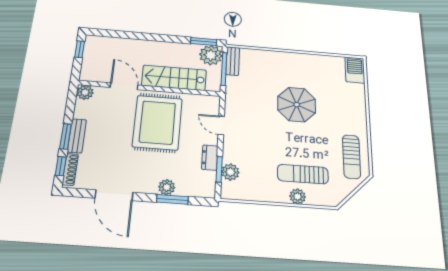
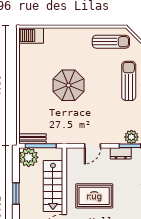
window: (204, 42) -> (16, 194), moved
rug: (158, 122) -> (94, 196), width x0.73, depth x0.69
sun lounger: (303, 174) -> (129, 81), turned 180

